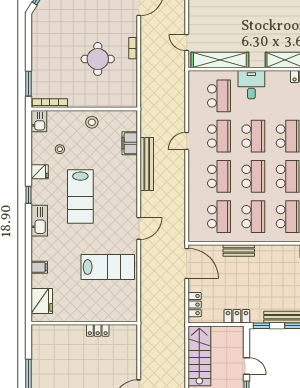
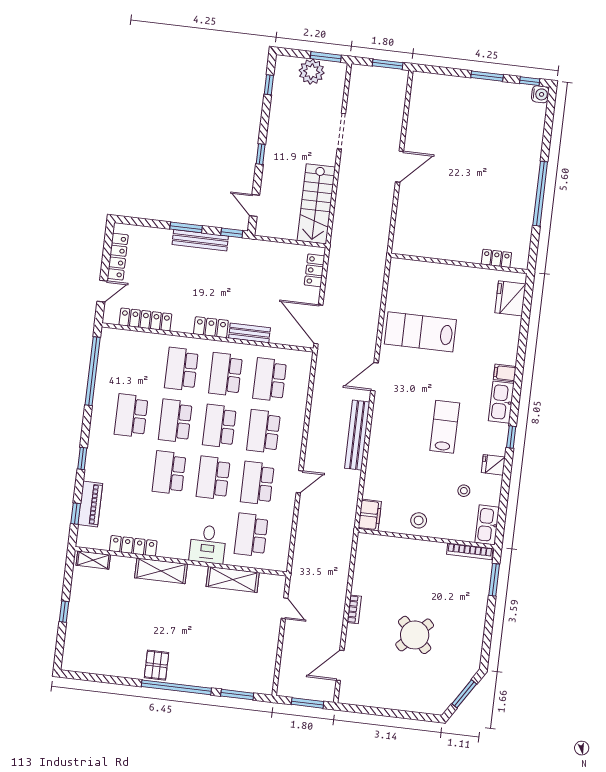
round table: (98, 59) -> (415, 635), moved, turned 45
shelving: (220, 60) -> (233, 579), width x0.68
kitchen sink: (39, 121) -> (487, 525), width x1.38
filing cabinet: (130, 143) -> (370, 515), moved
bench: (147, 164) -> (357, 435), moved
lab bench: (80, 197) -> (445, 427), width x0.73, depth x0.72
filing cabinet: (39, 267) -> (505, 373), moved
locker: (237, 316) -> (211, 327), moved, turned 180
locker: (98, 330) -> (496, 258), moved
door: (247, 366) -> (254, 206), moved

